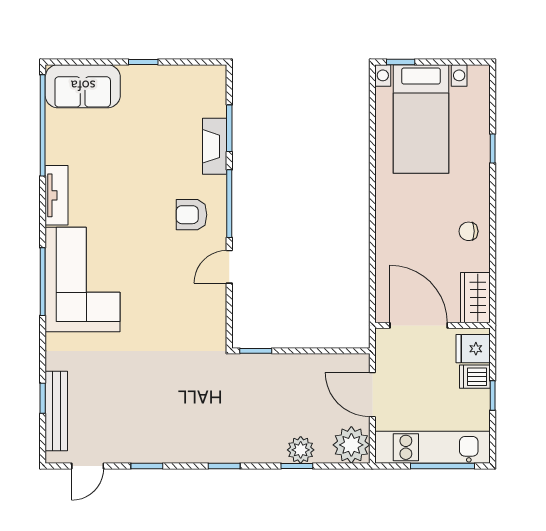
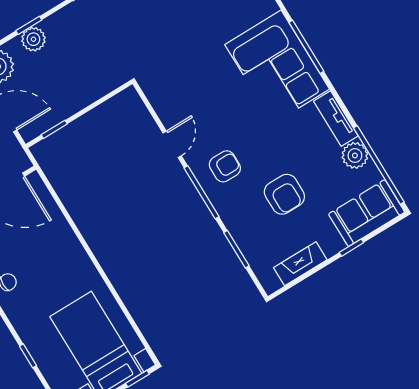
window: (143, 62) -> (351, 248), moved
fireplace: (215, 146) -> (300, 264), moved, turned -90
plant: (60, 149) -> (355, 155), added
armchair: (151, 153) -> (284, 194), added
window: (256, 351) -> (54, 129), moved

